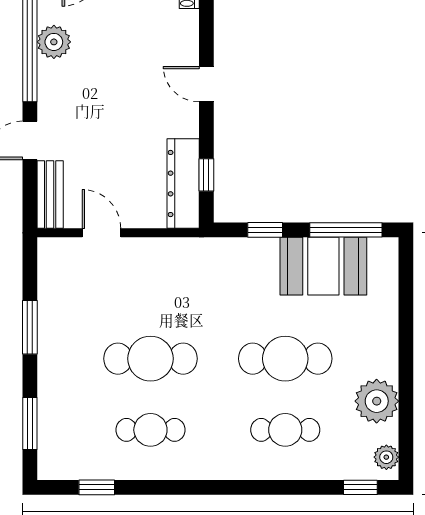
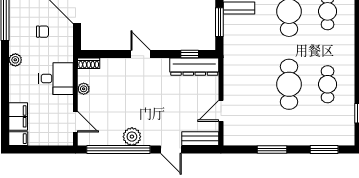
plant: (54, 42) -> (132, 137), moved
door: (206, 84) -> (140, 54), swing flipped
window: (265, 230) -> (219, 22), width x1.50

